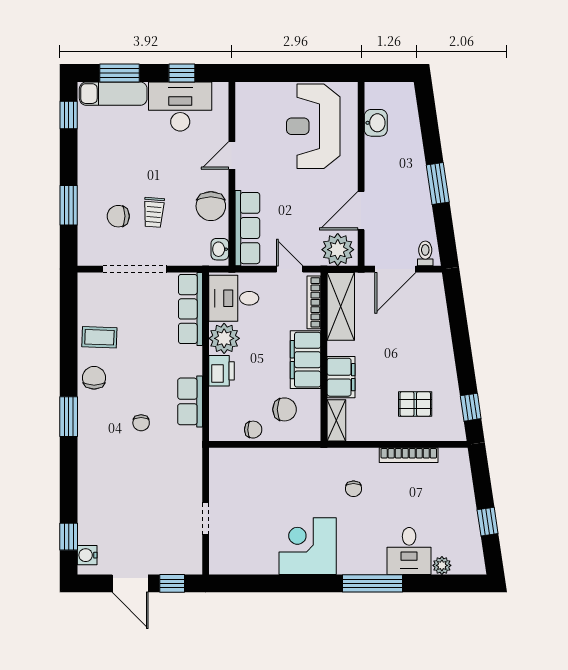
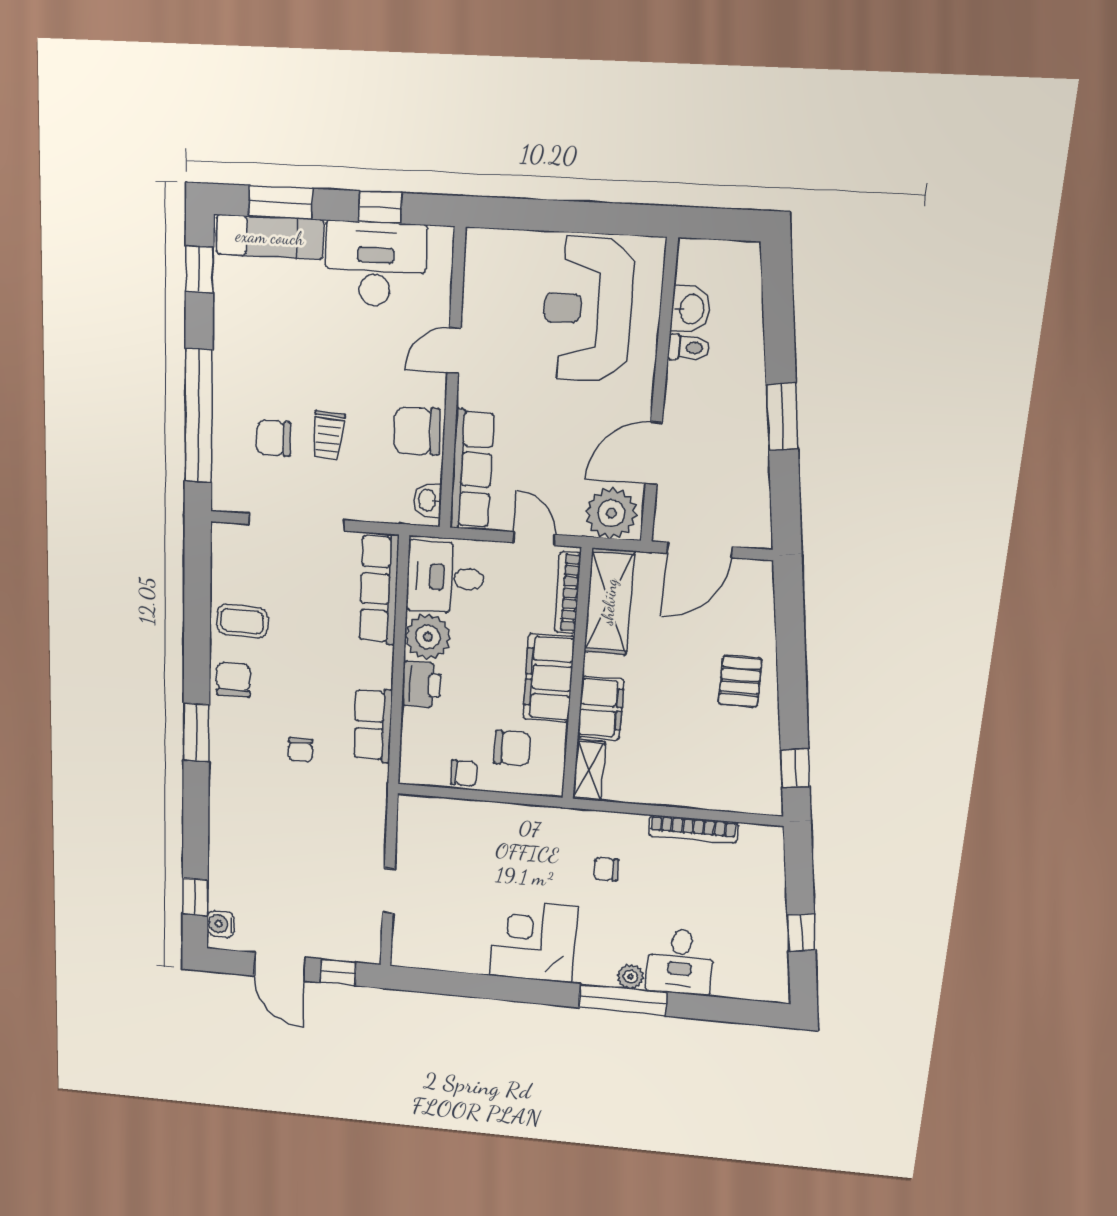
window: (69, 205) -> (198, 416), width x2.11
chair: (211, 206) -> (417, 431), turned 88
toilet: (425, 253) -> (689, 348), moved, turned 90
pallet: (415, 404) -> (740, 681), moved, turned 90
chair: (353, 489) -> (606, 869), turned 90
plant: (442, 565) -> (630, 977), moved

